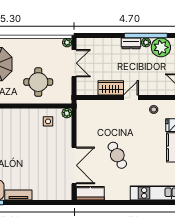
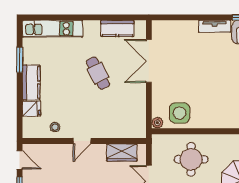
wardrobe: (111, 88) -> (122, 152), moved
side table: (48, 121) -> (180, 113), width x1.87, depth x1.87
kitchen counter: (90, 193) -> (117, 28), moved

